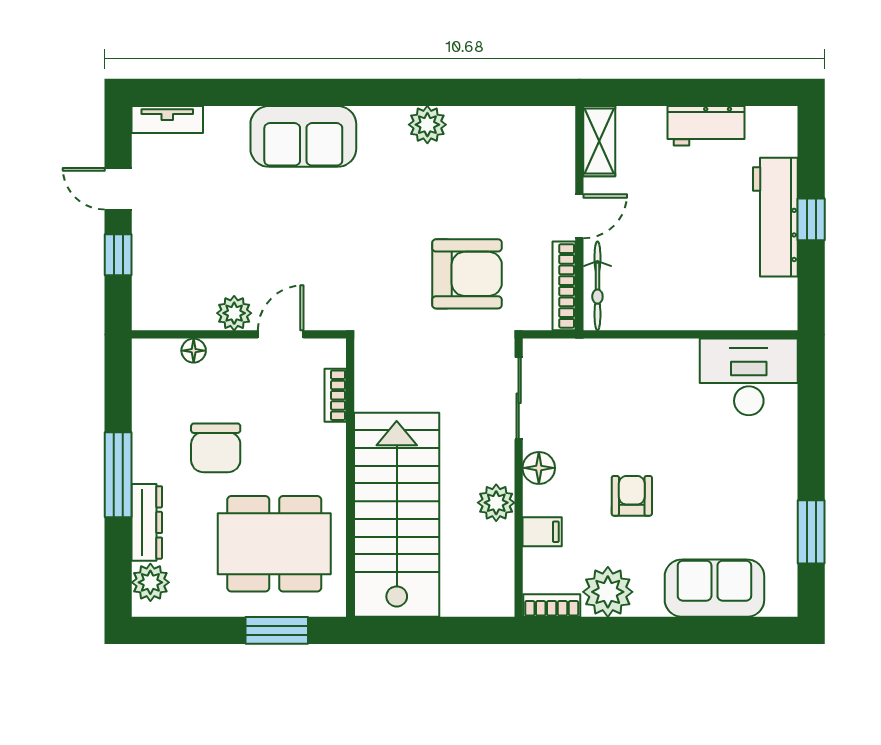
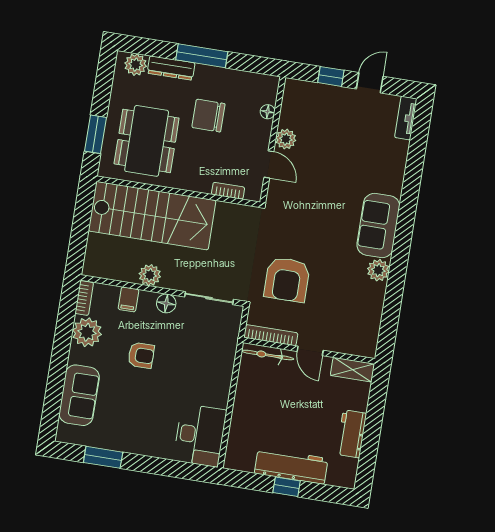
sofa: (303, 136) -> (378, 226), moved

